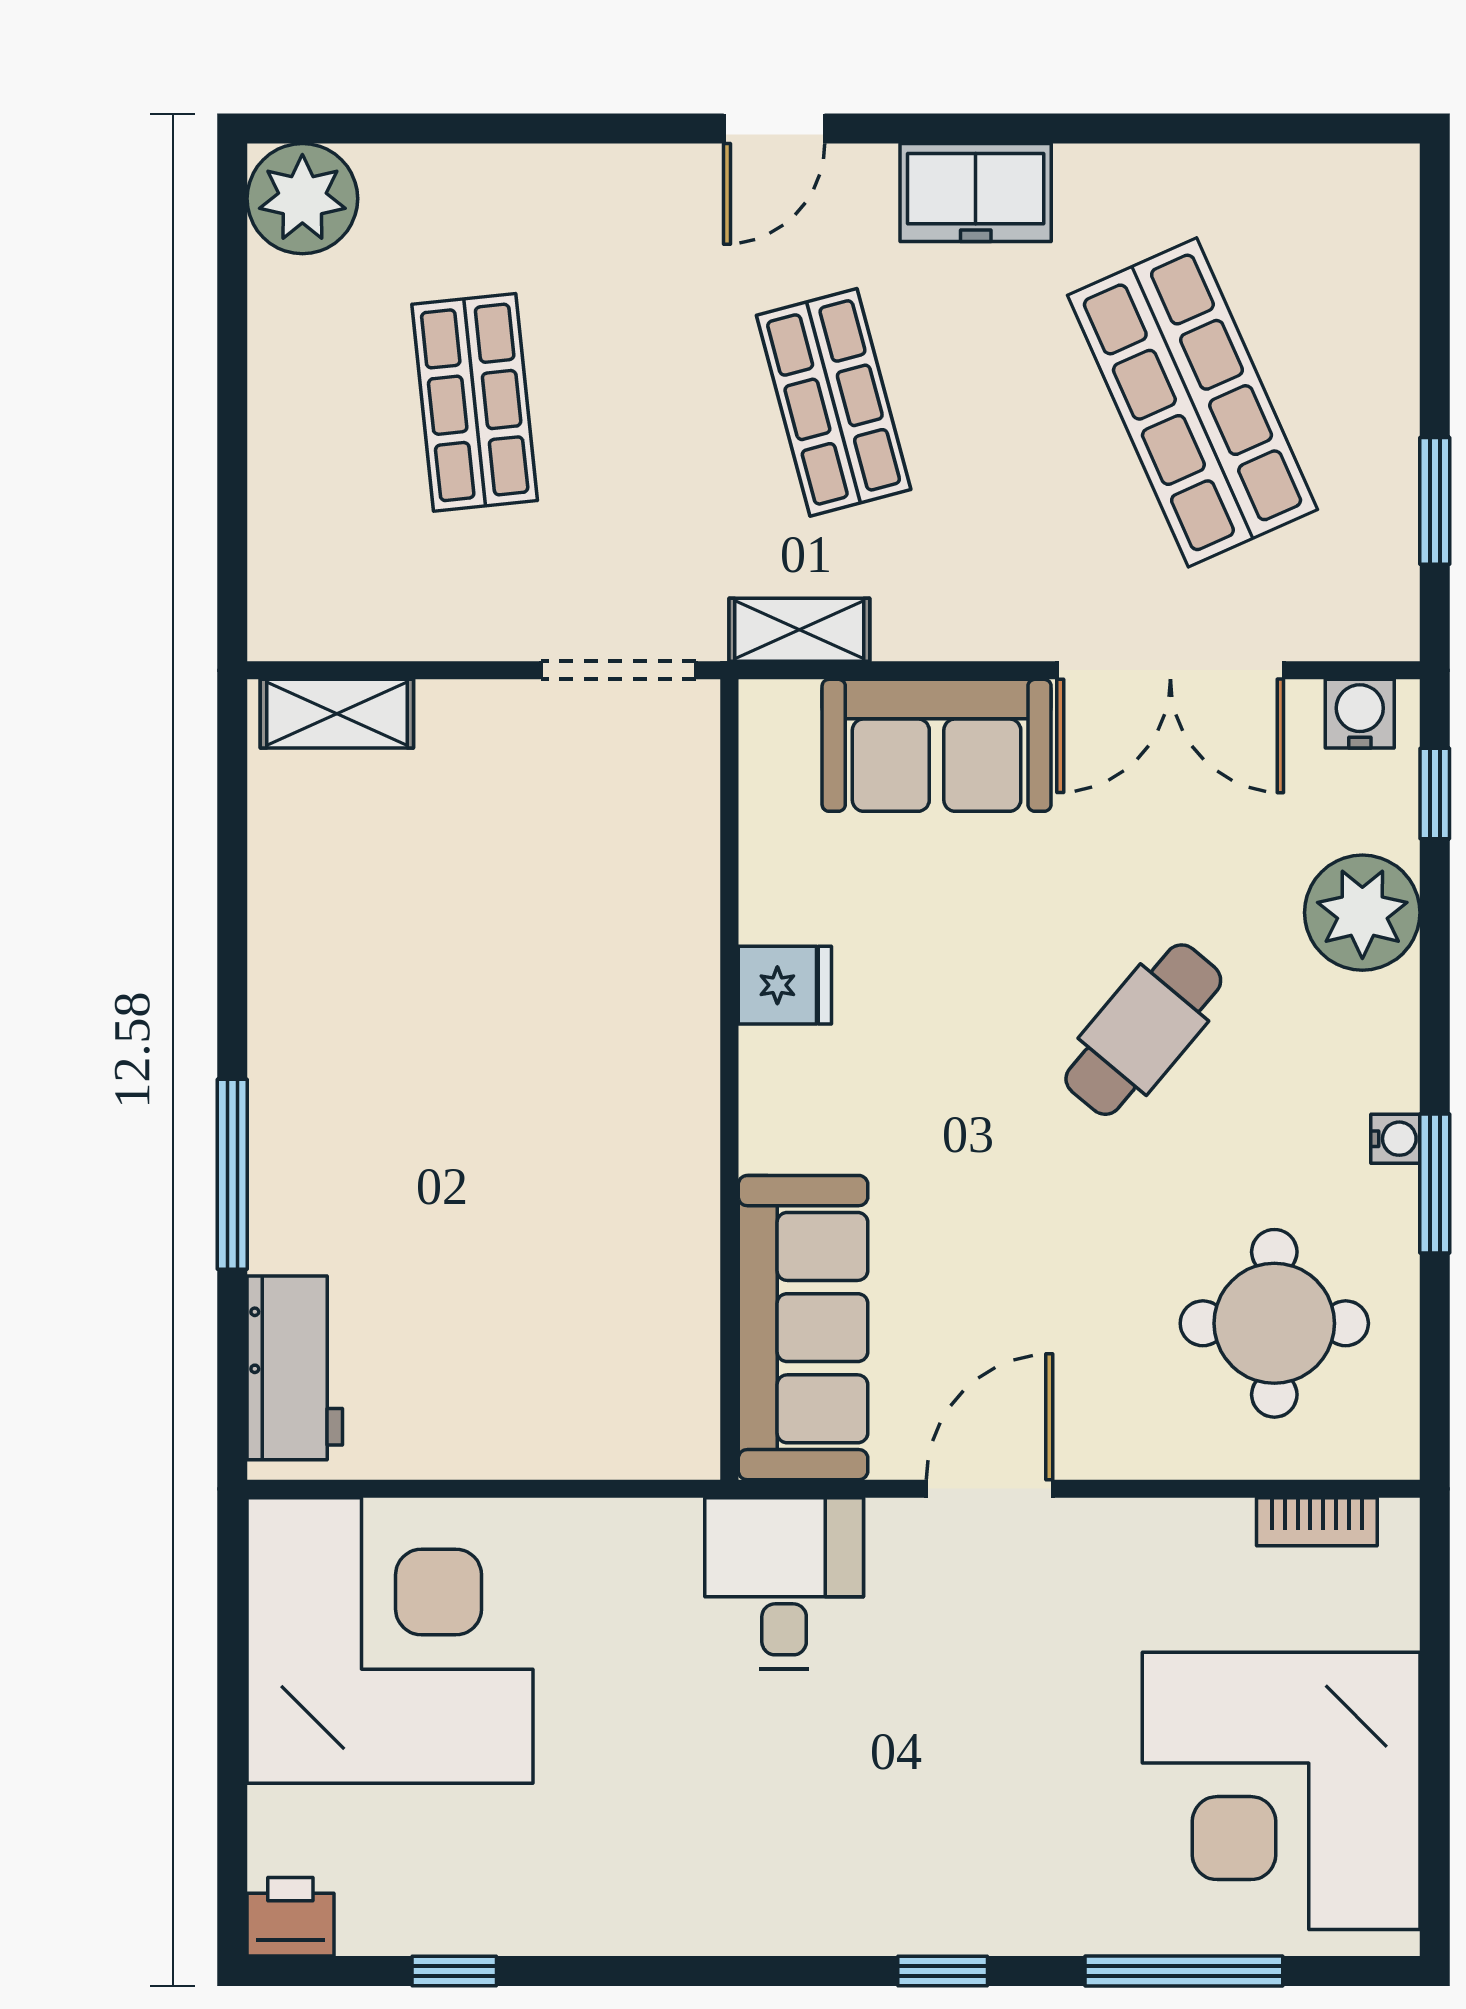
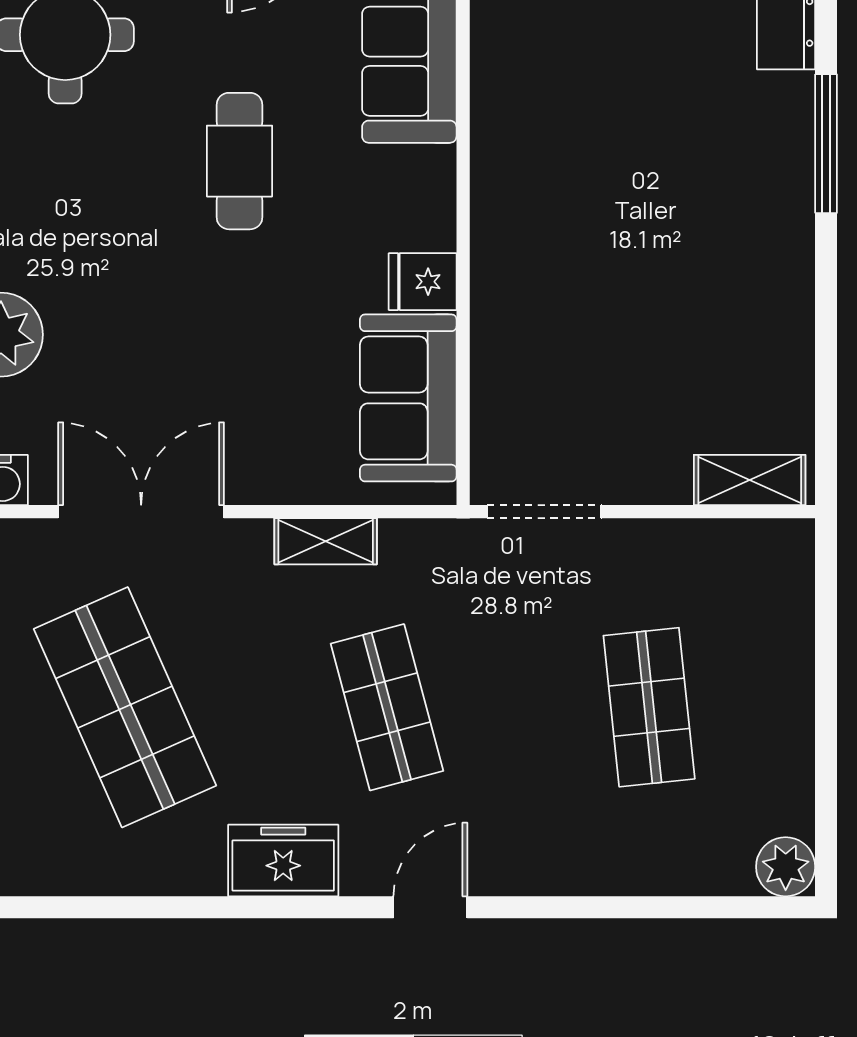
plant: (302, 199) -> (786, 867), width x0.73, depth x0.73
shelving: (799, 630) -> (326, 541), moved
sofa: (937, 745) -> (408, 398), moved, turned -90
cafe table: (1143, 1030) -> (239, 161), moved, turned -40

